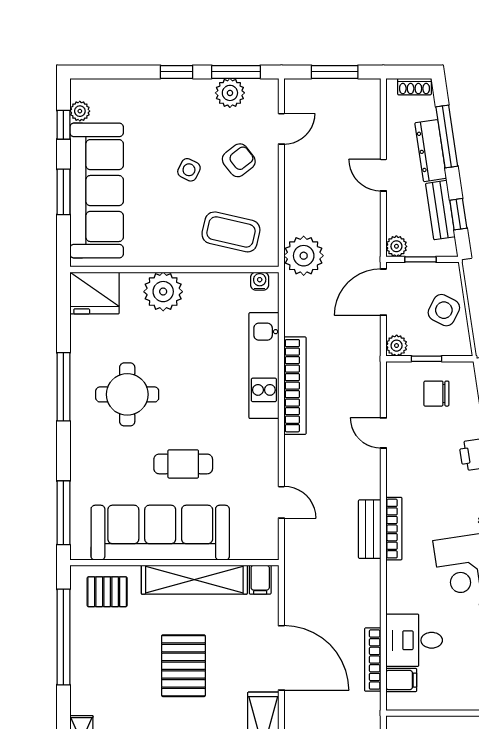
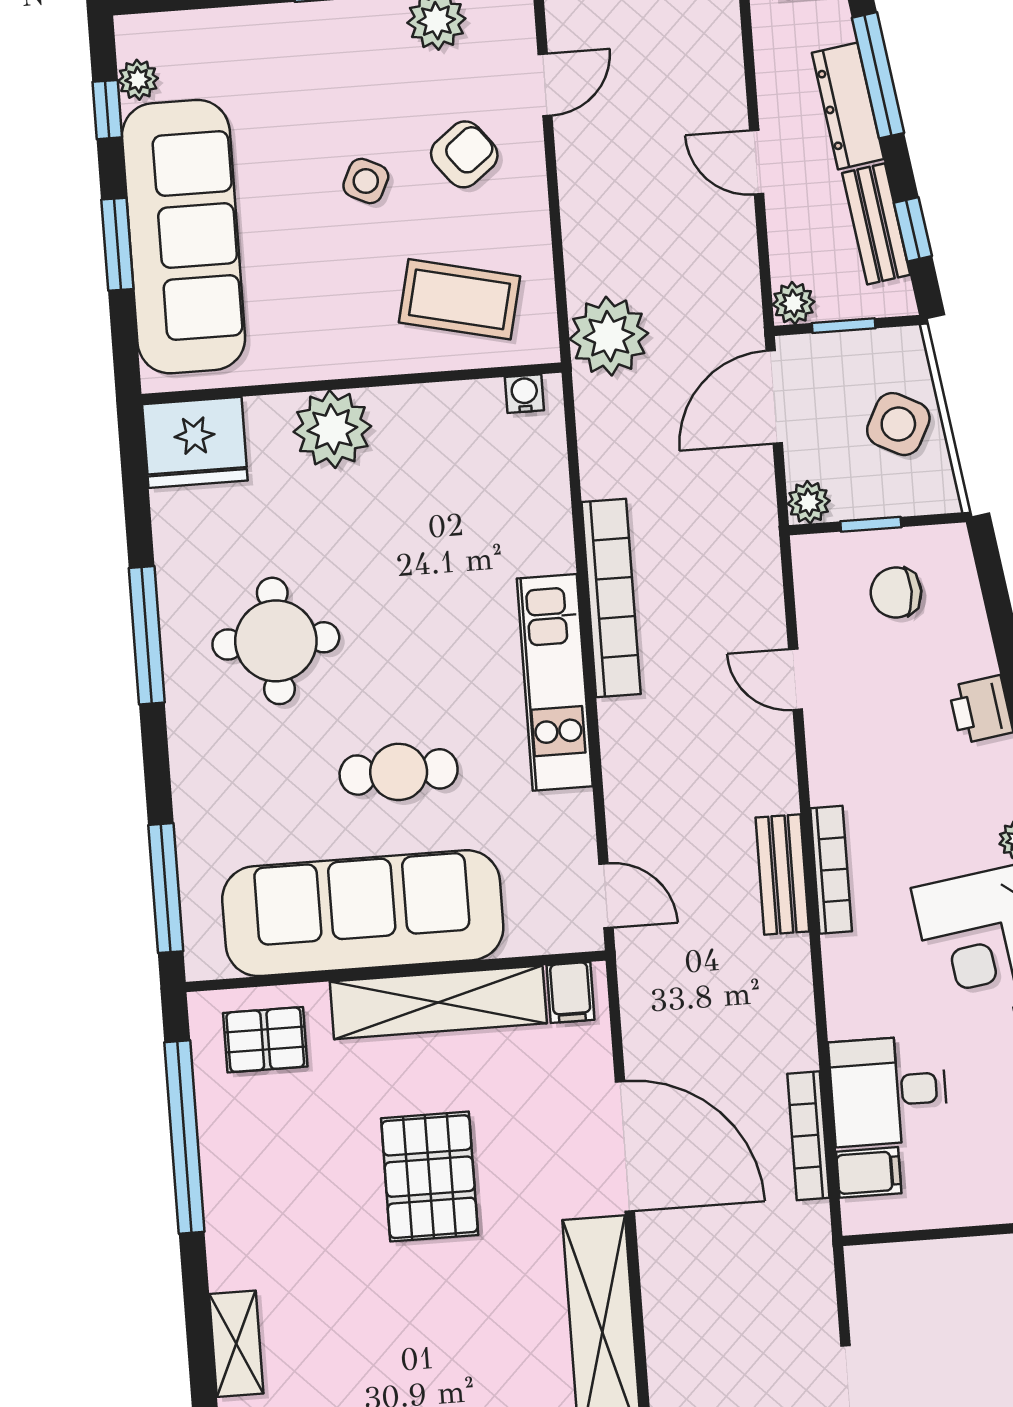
kitchen unit: (264, 366) -> (555, 682), moved
door: (281, 502) -> (606, 896), moved

